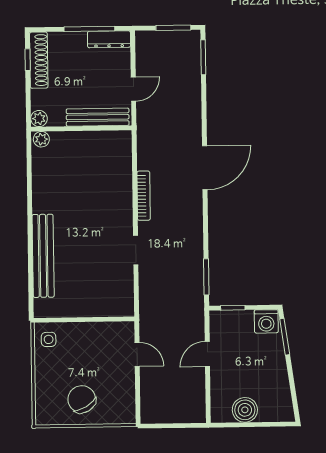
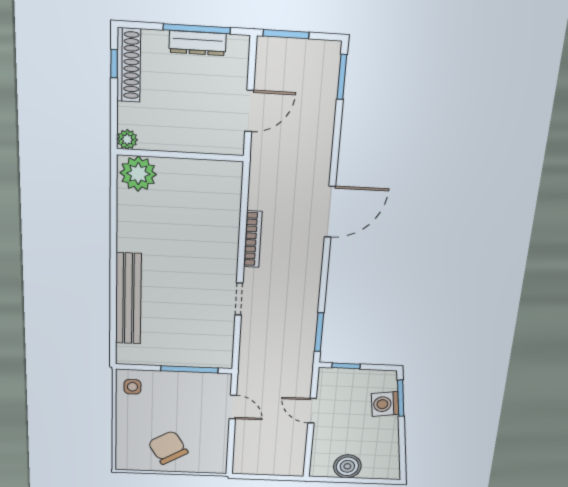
window: (173, 28) -> (286, 34), moved
dresser: (109, 39) -> (198, 43), moved
door: (133, 89) -> (249, 111), width x1.38
bench: (98, 117) -> (202, 143), removed
plant: (41, 139) -> (138, 174), width x1.87, depth x1.87
window: (97, 319) -> (189, 369), added
washing machine: (266, 321) -> (385, 404), moved, turned 82
door: (207, 354) -> (312, 411), hinge flipped

